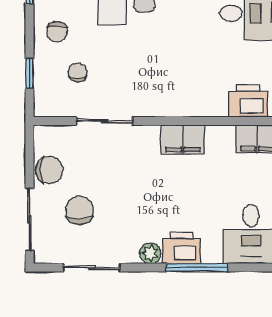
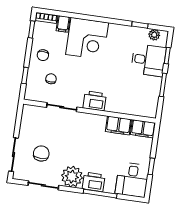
printer: (248, 101) -> (95, 101), moved
filing cabinet: (183, 139) -> (118, 125), moved
chair: (49, 170) -> (28, 129), removed
plant: (150, 253) -> (72, 177), width x1.88, depth x1.88

